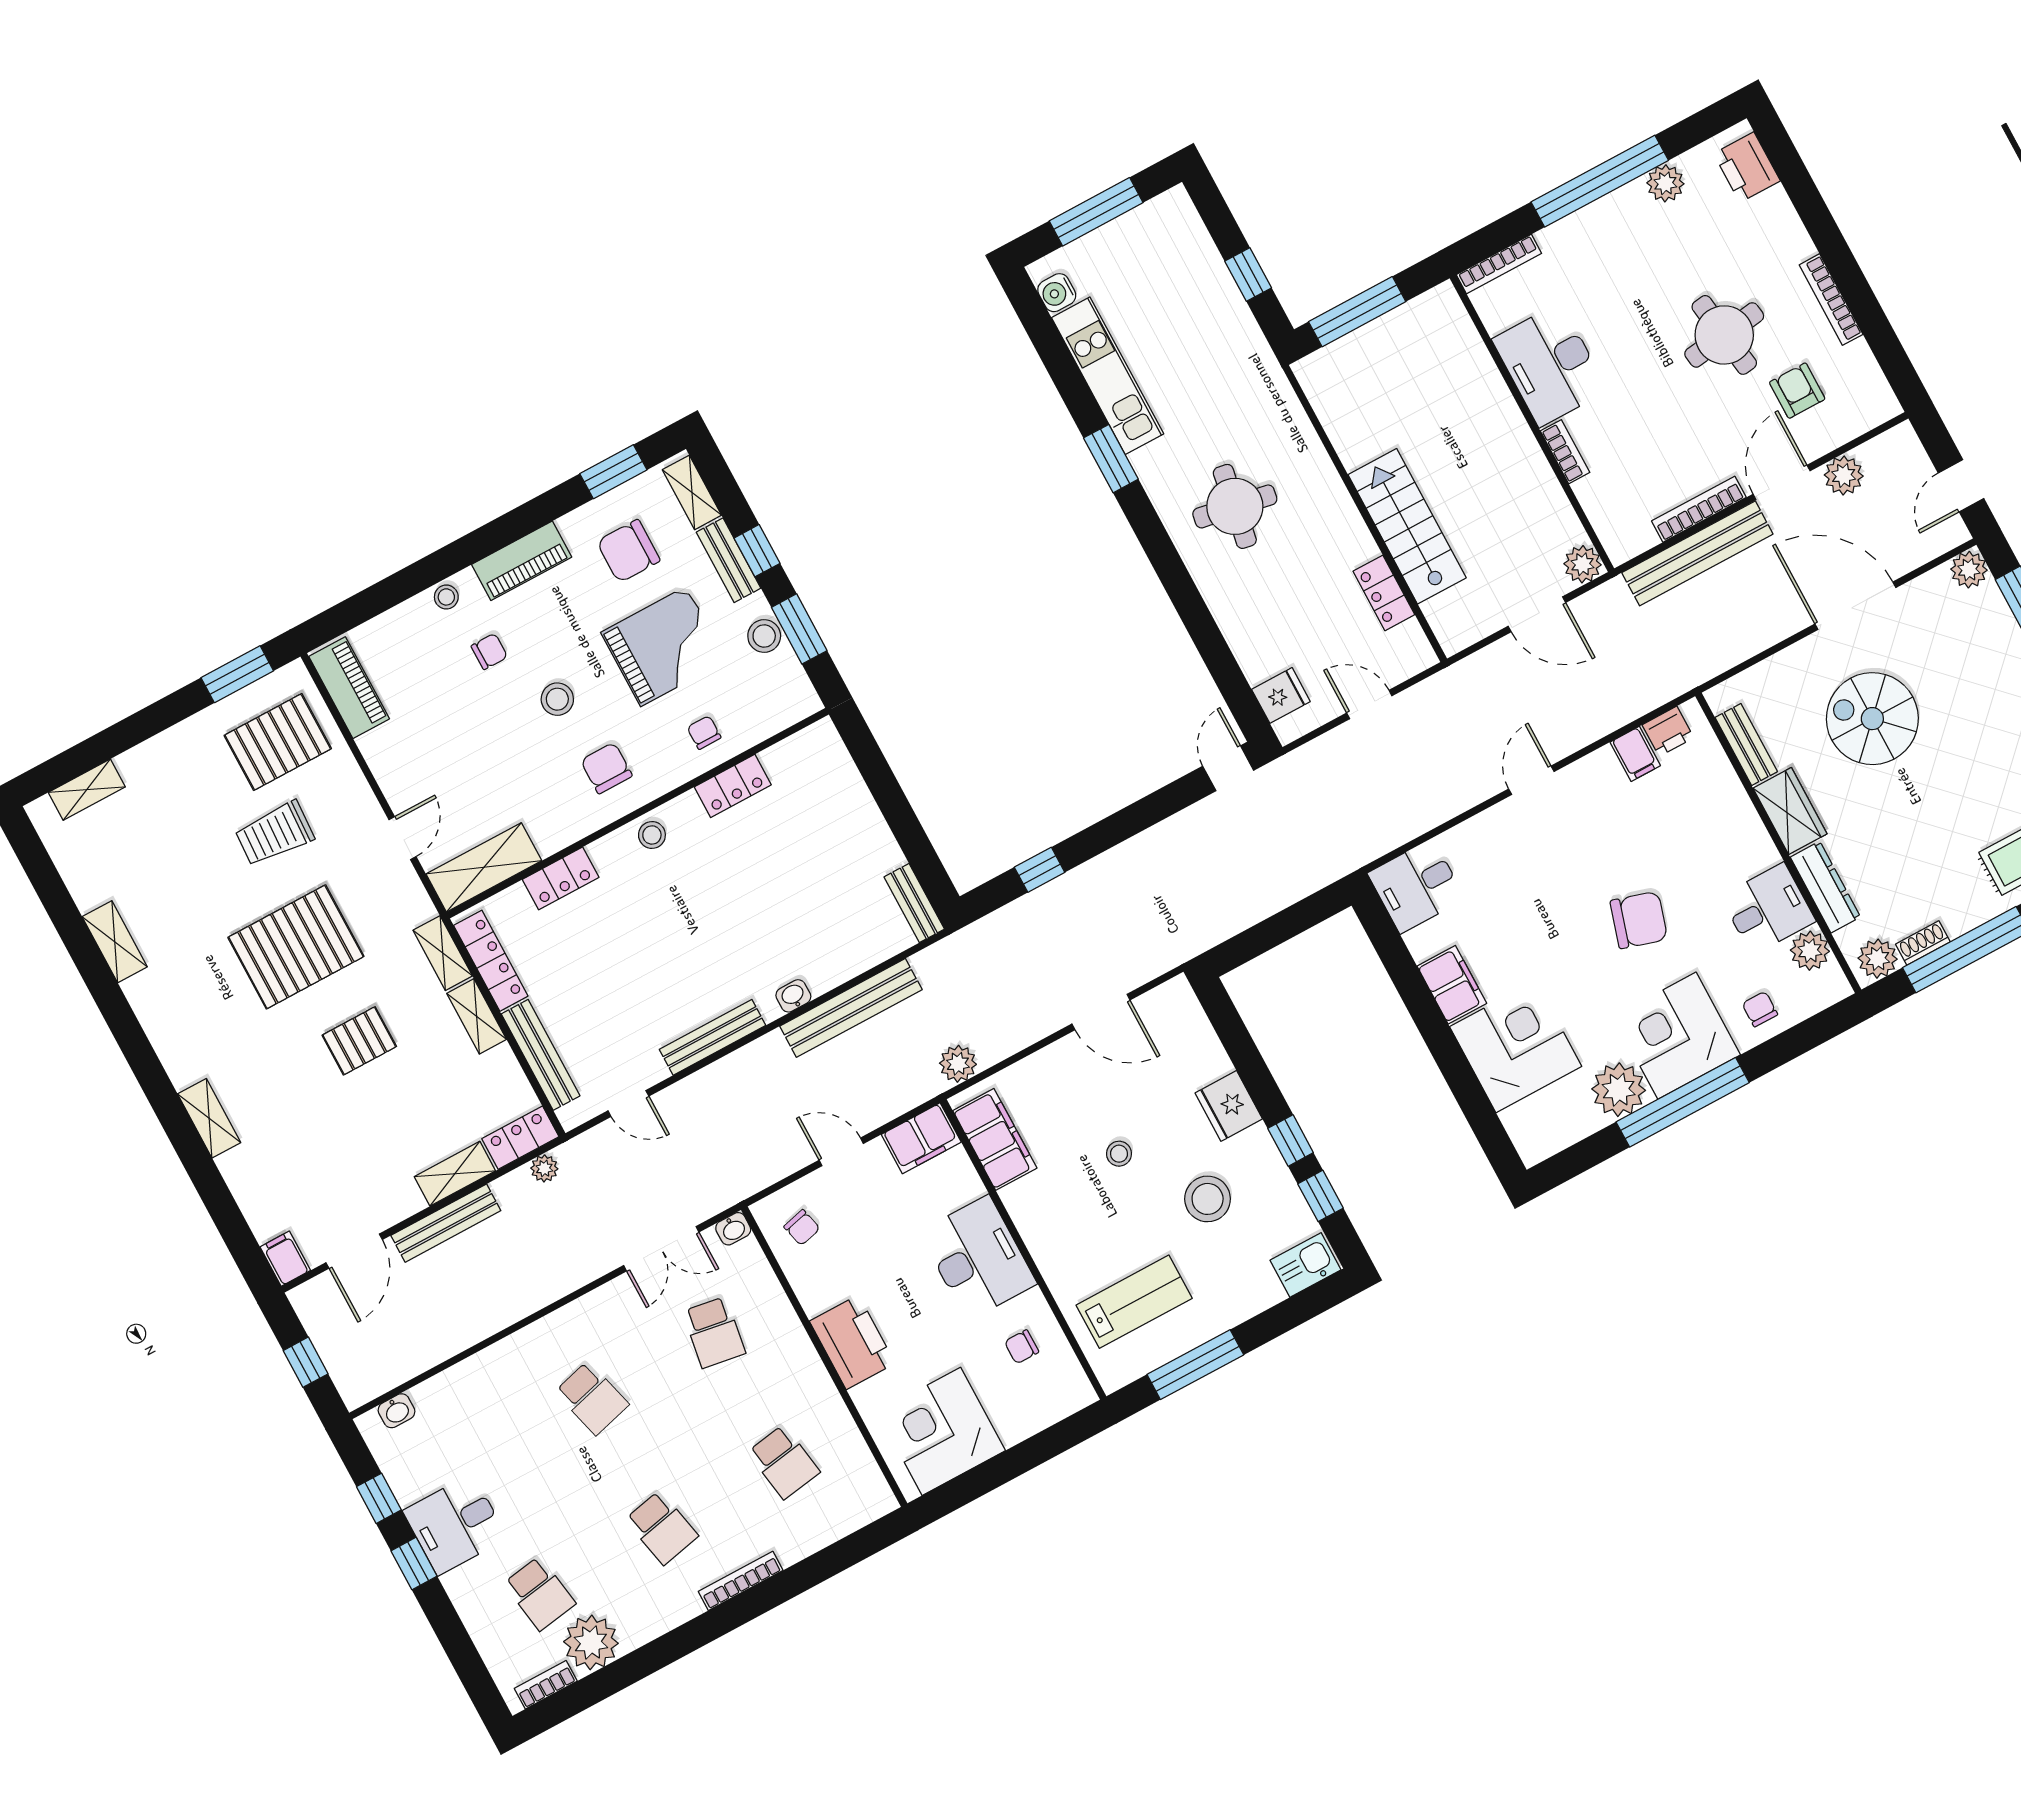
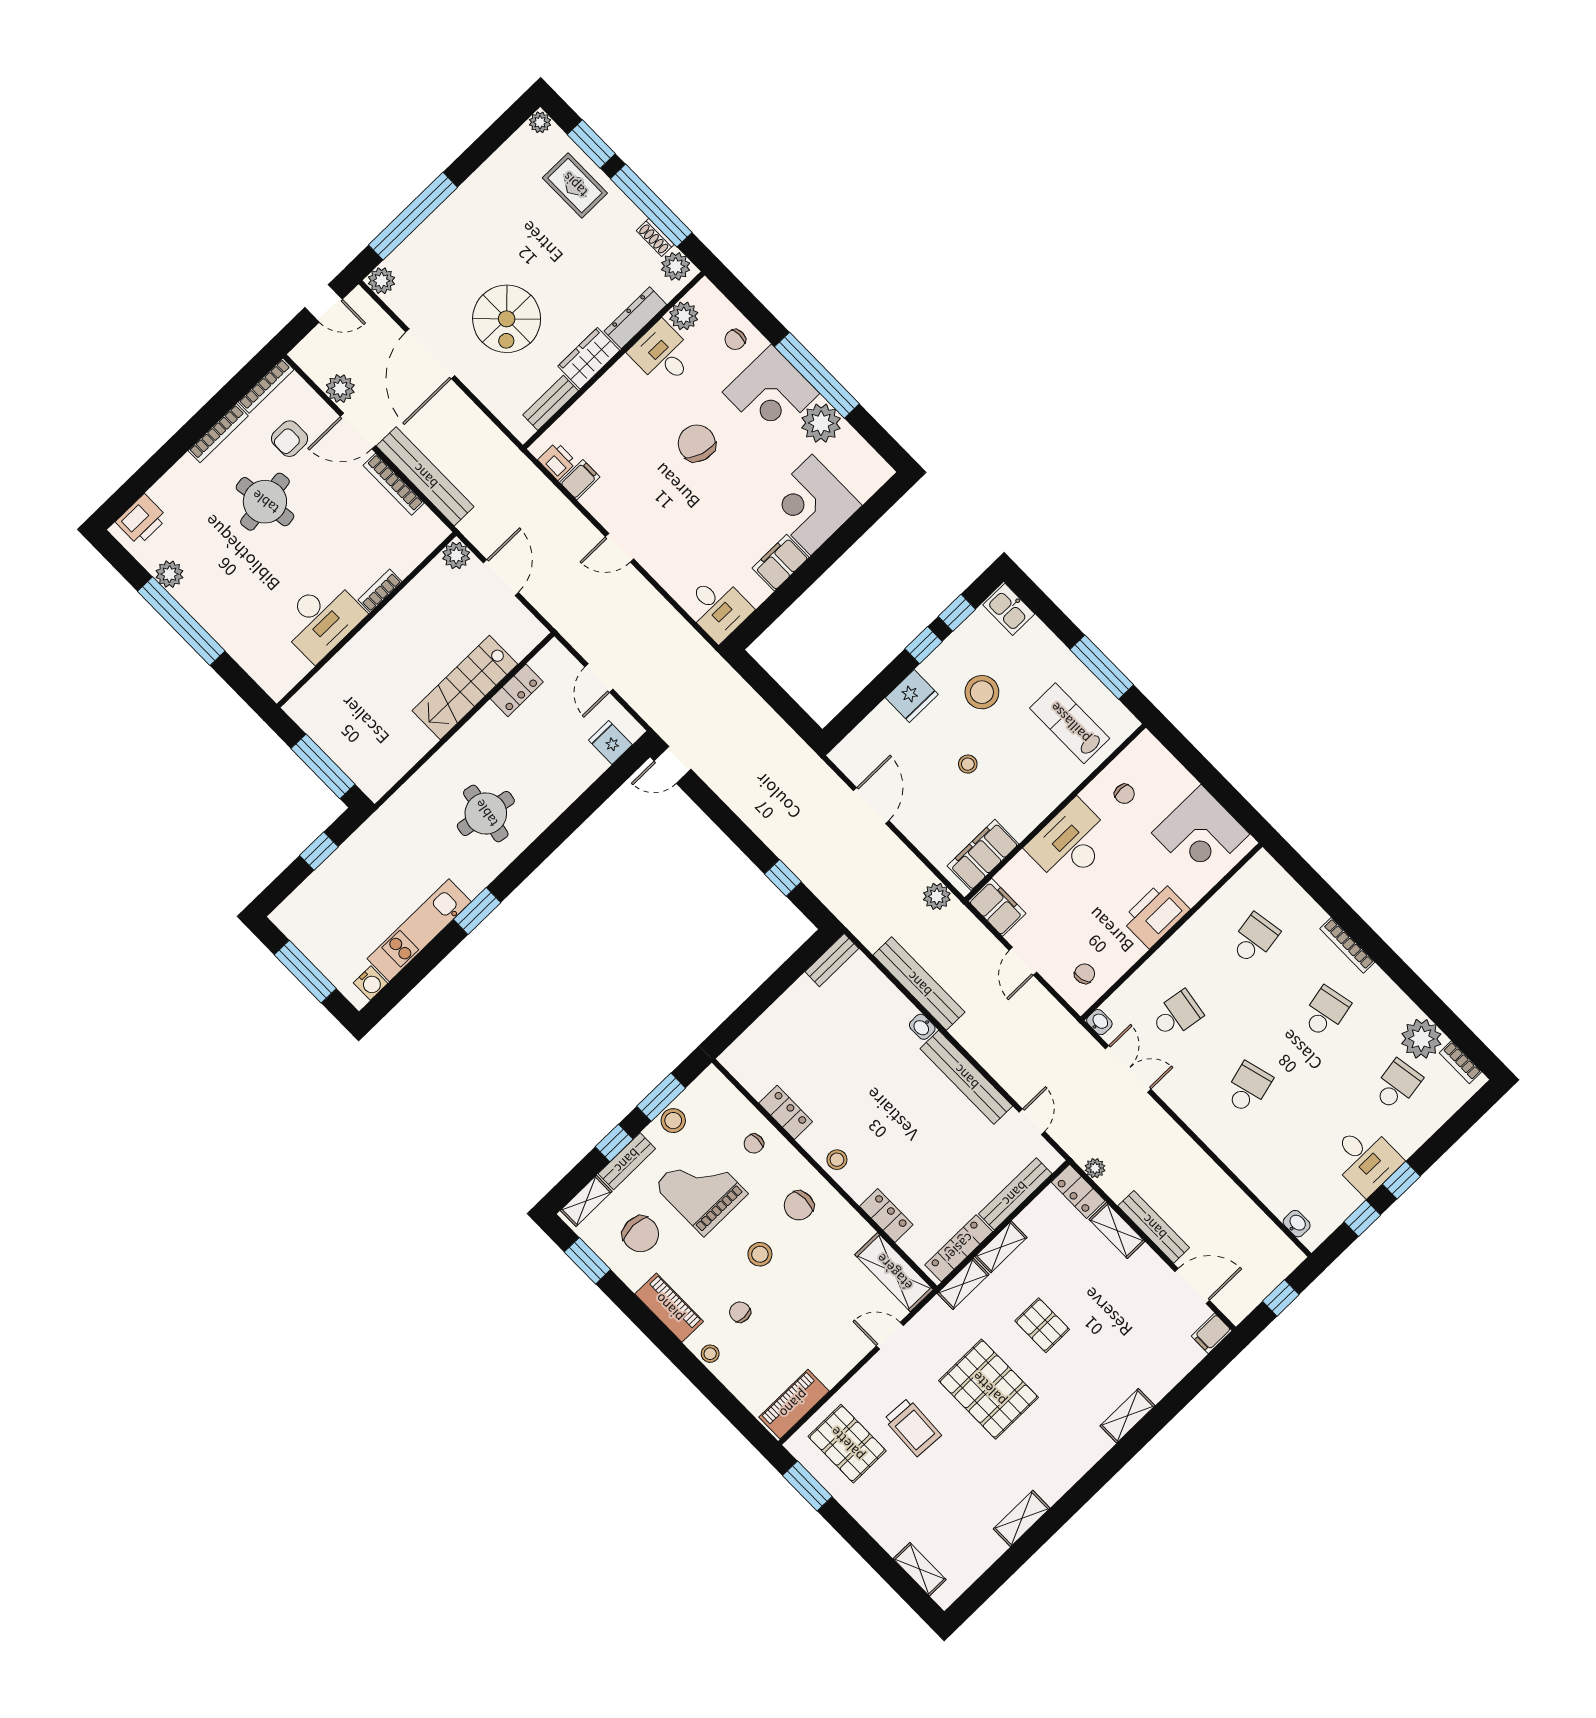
bookcase: (1499, 264) -> (266, 386), moved, turned 90
bench: (713, 1037) -> (966, 1077), width x1.37, depth x1.21

